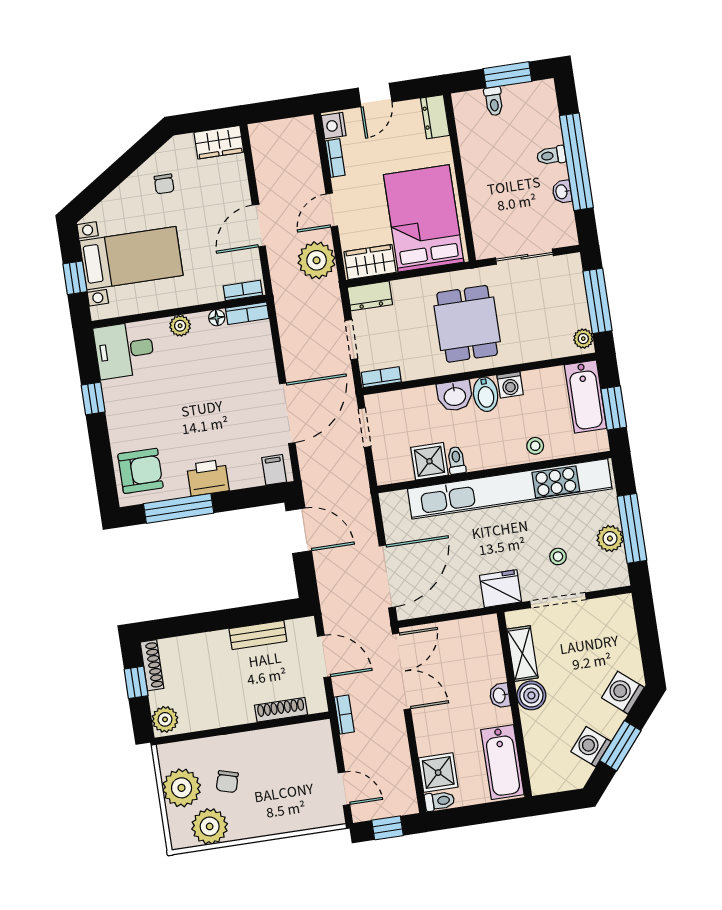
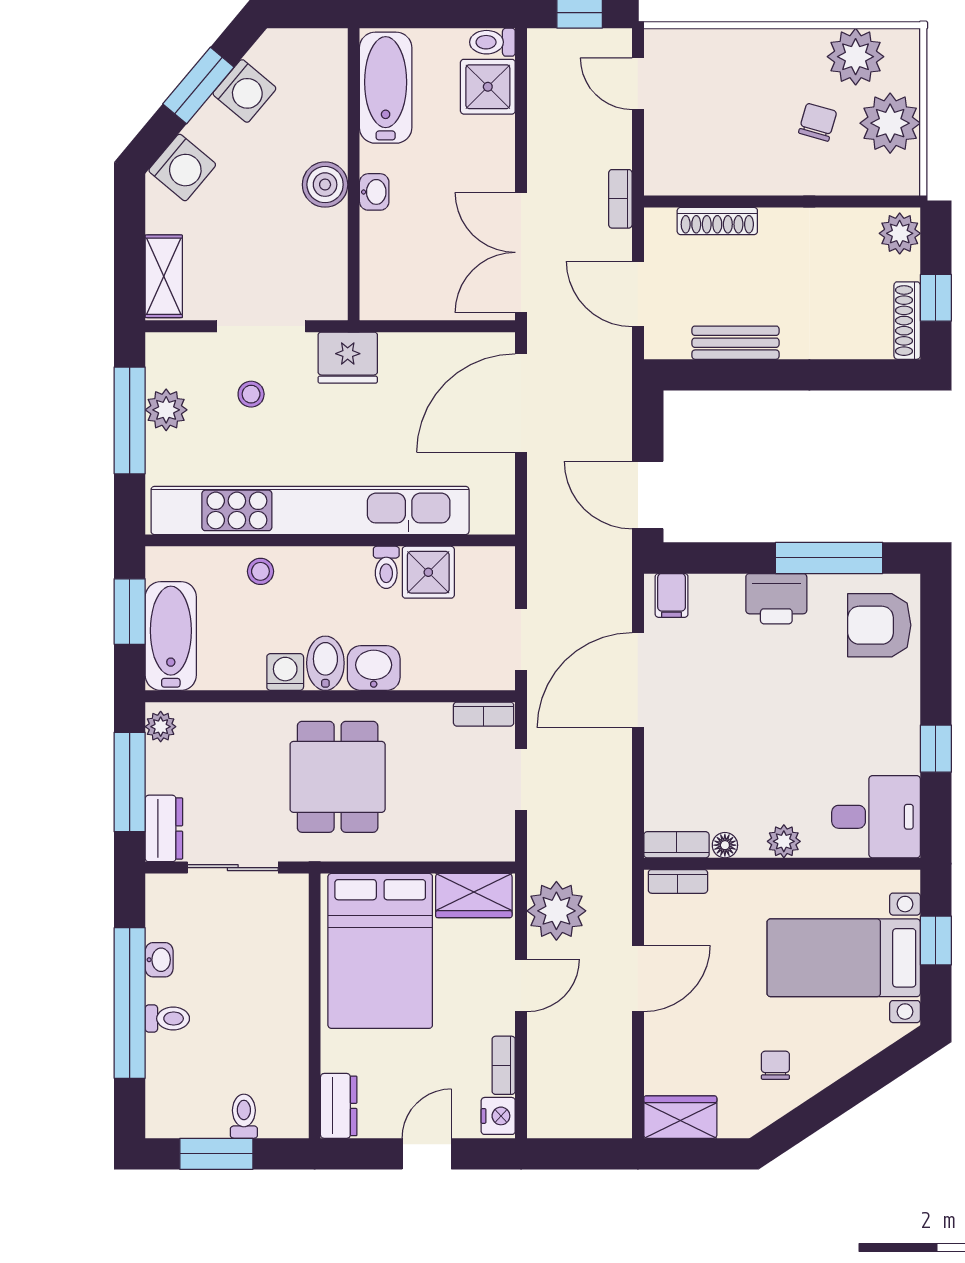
dresser: (370, 296) -> (164, 828), moved, turned 90
shelving: (522, 654) -> (164, 276), moved

